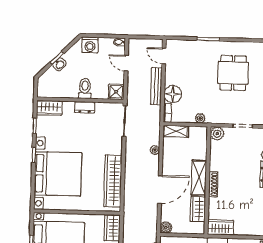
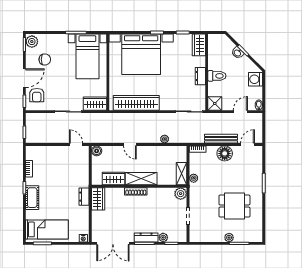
floor lamp: (173, 94) -> (225, 153), moved
shelving: (176, 131) -> (182, 174), moved
door: (160, 189) -> (130, 145), width x0.53

